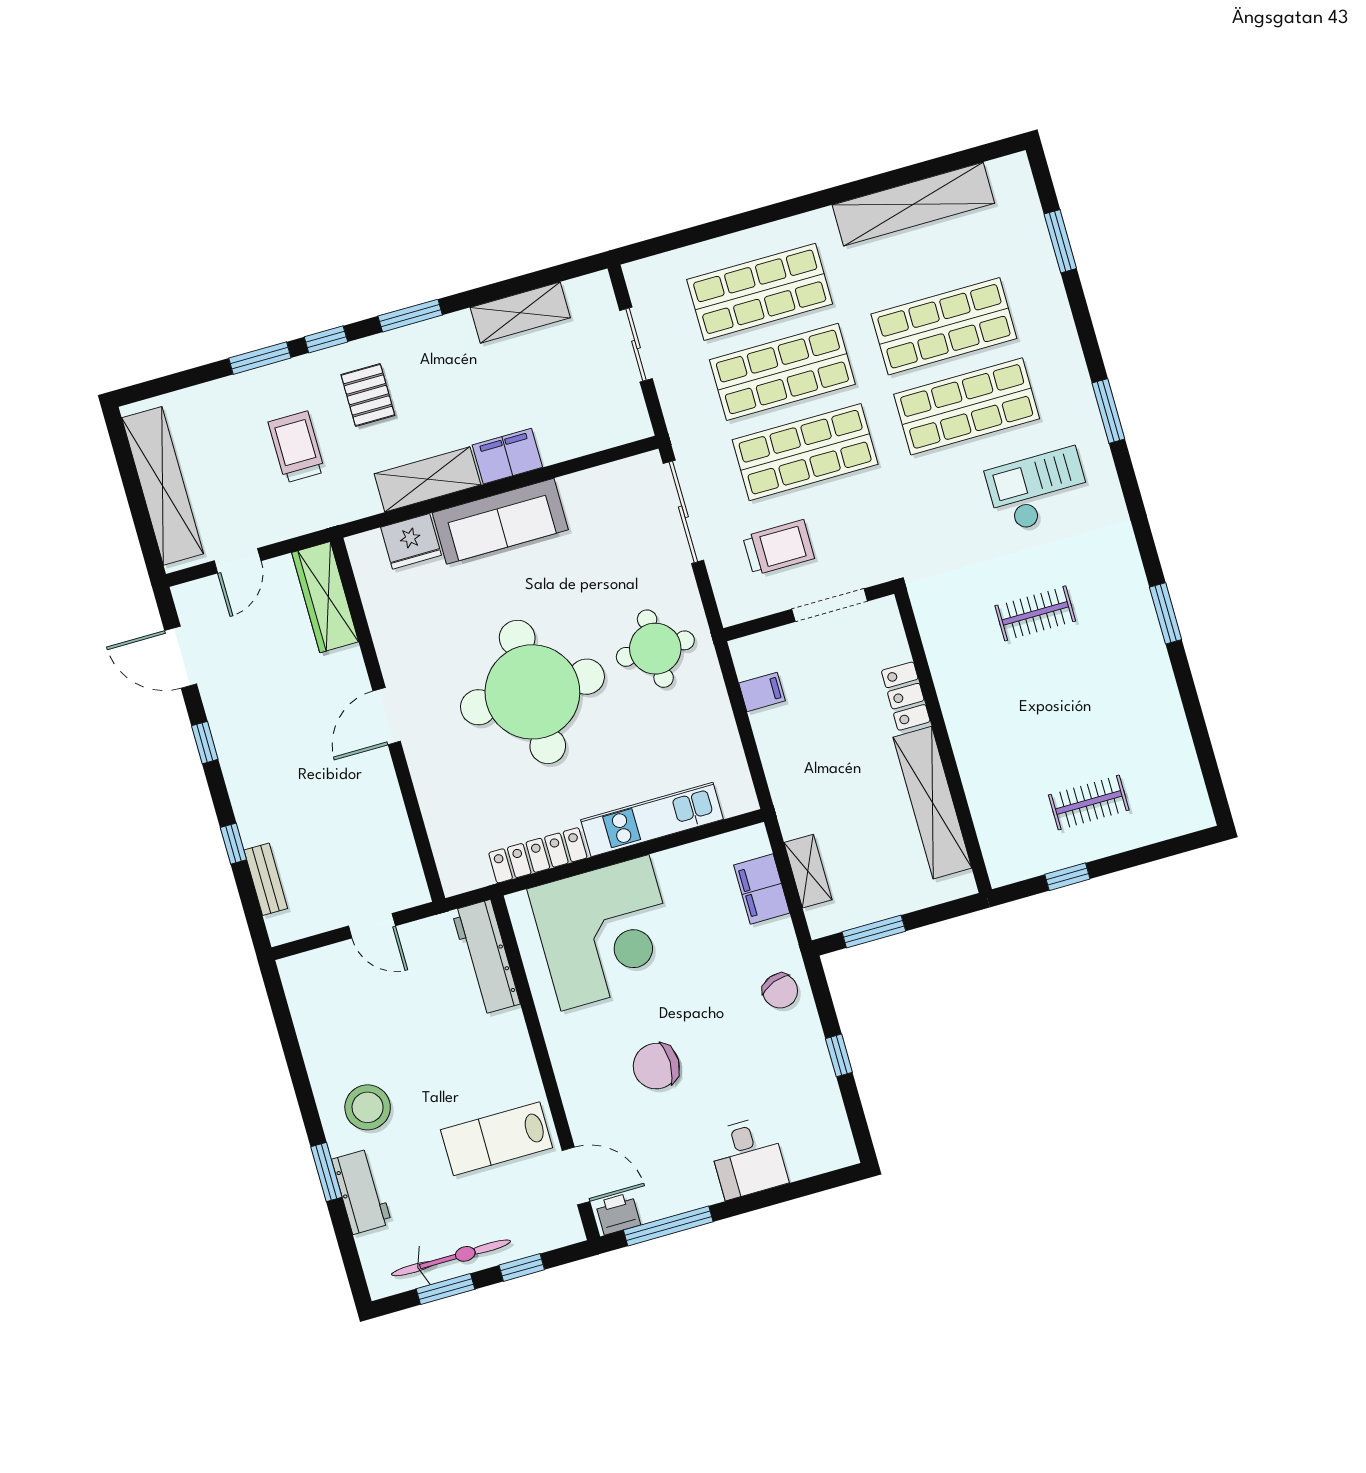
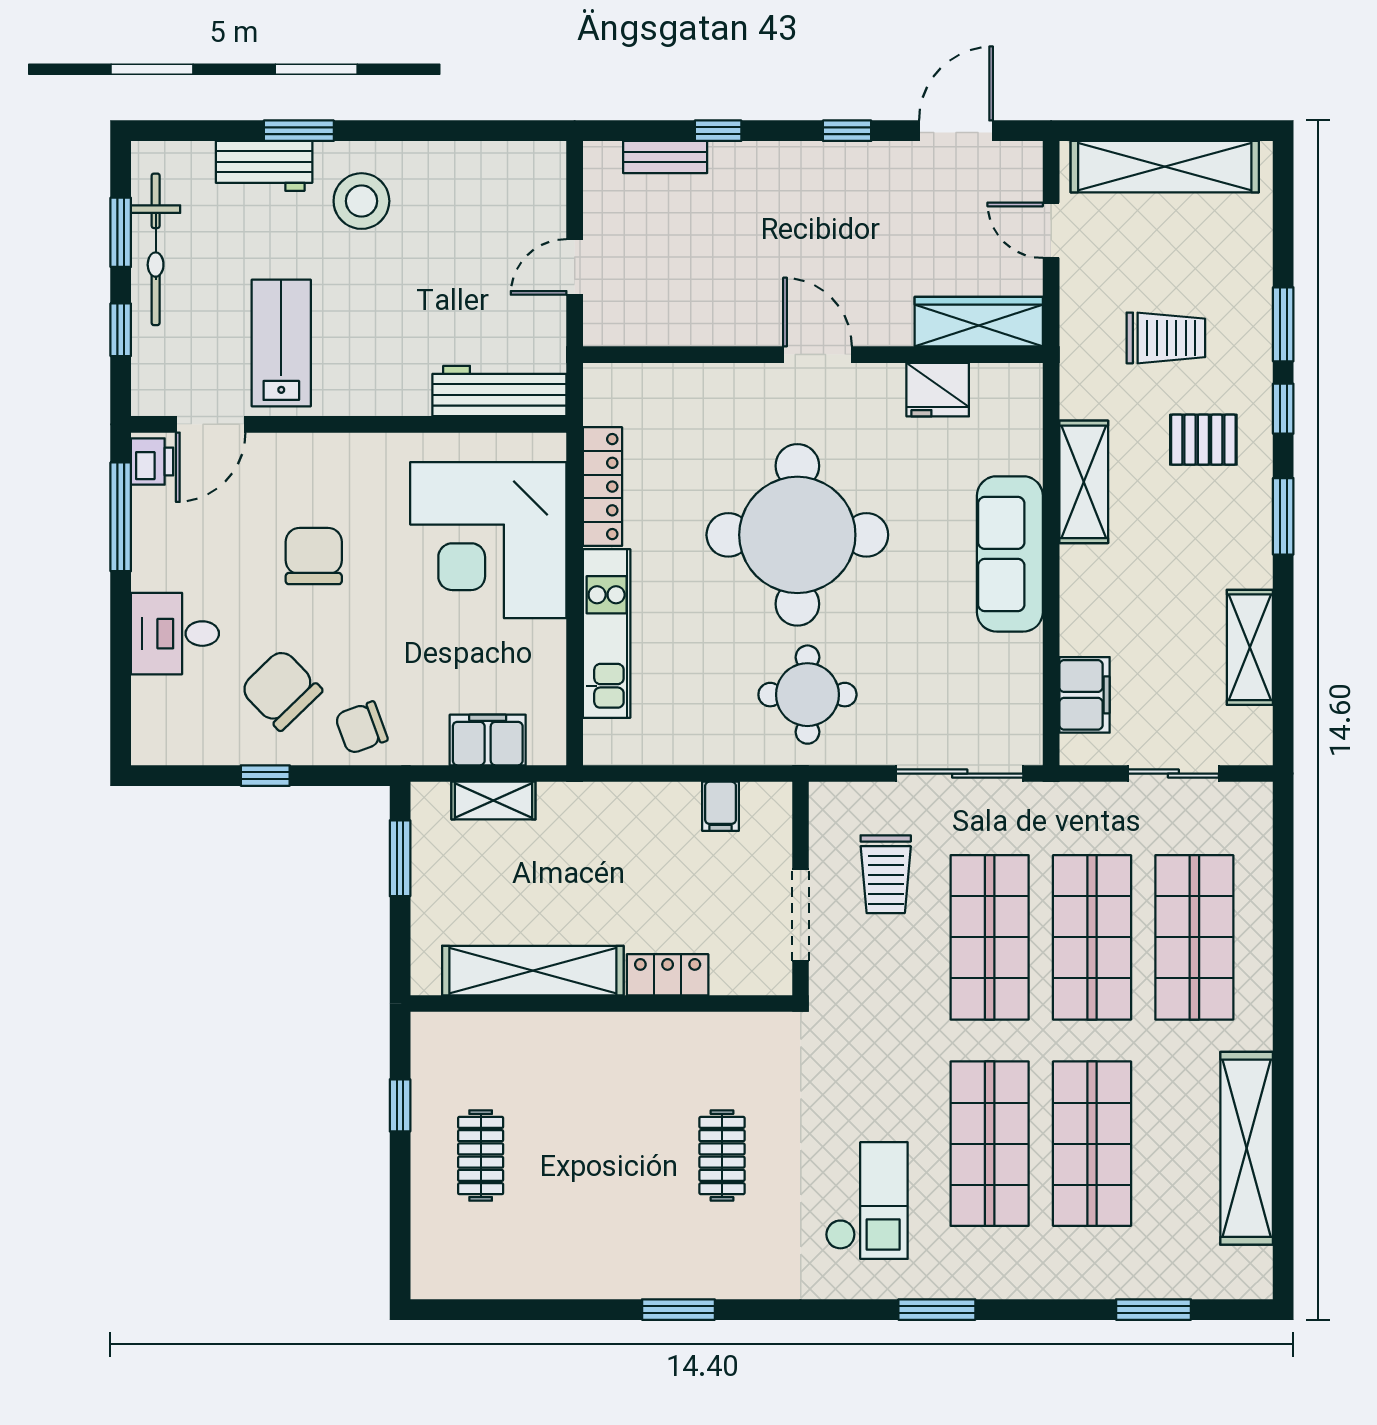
filing cabinet: (507, 456) -> (1084, 695), moved
fridge: (411, 541) -> (938, 390), moved, turned -90
chair: (768, 1062) -> (281, 690), added

